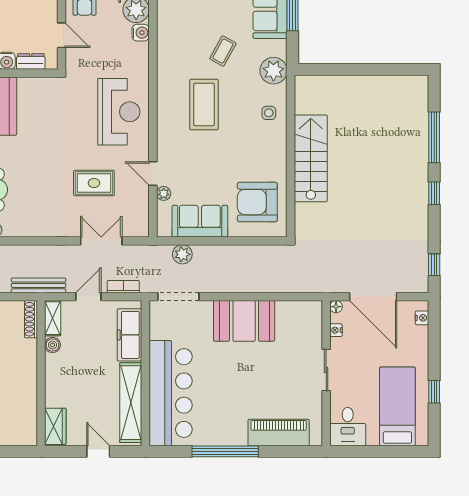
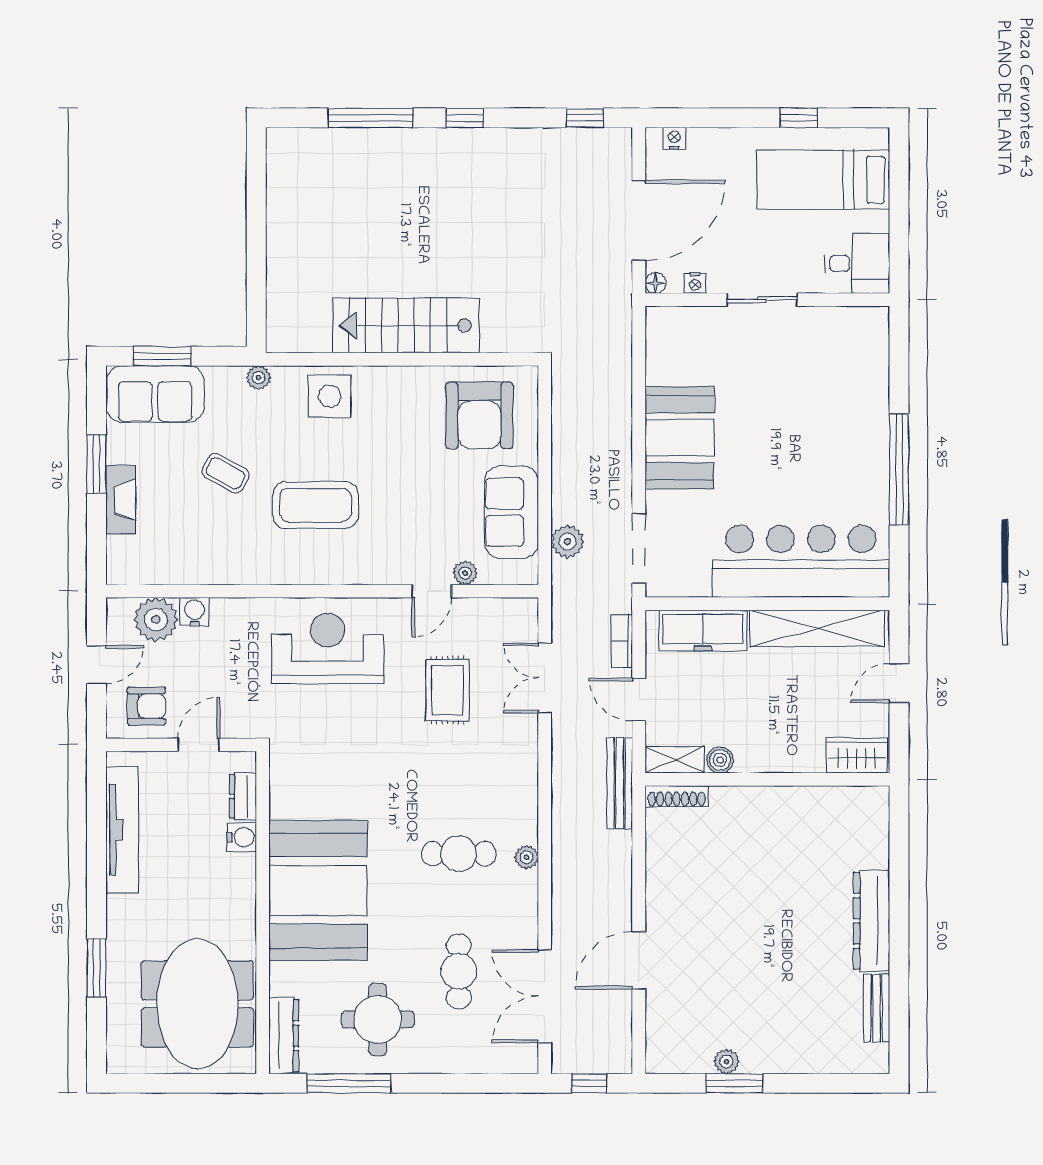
plant: (273, 71) -> (258, 378), width x0.53, depth x0.53
side table: (269, 113) -> (329, 396), width x1.87, depth x1.87
piano: (279, 432) -> (867, 380), removed

